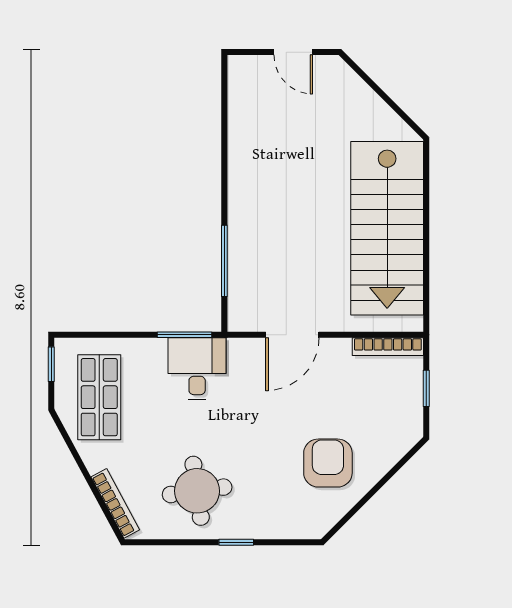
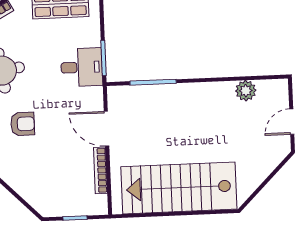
plant: (243, 120) -> (246, 91), added
bookcase: (388, 347) -> (100, 170), moved
armchair: (328, 463) -> (23, 124), moved, width x0.72, depth x0.72

